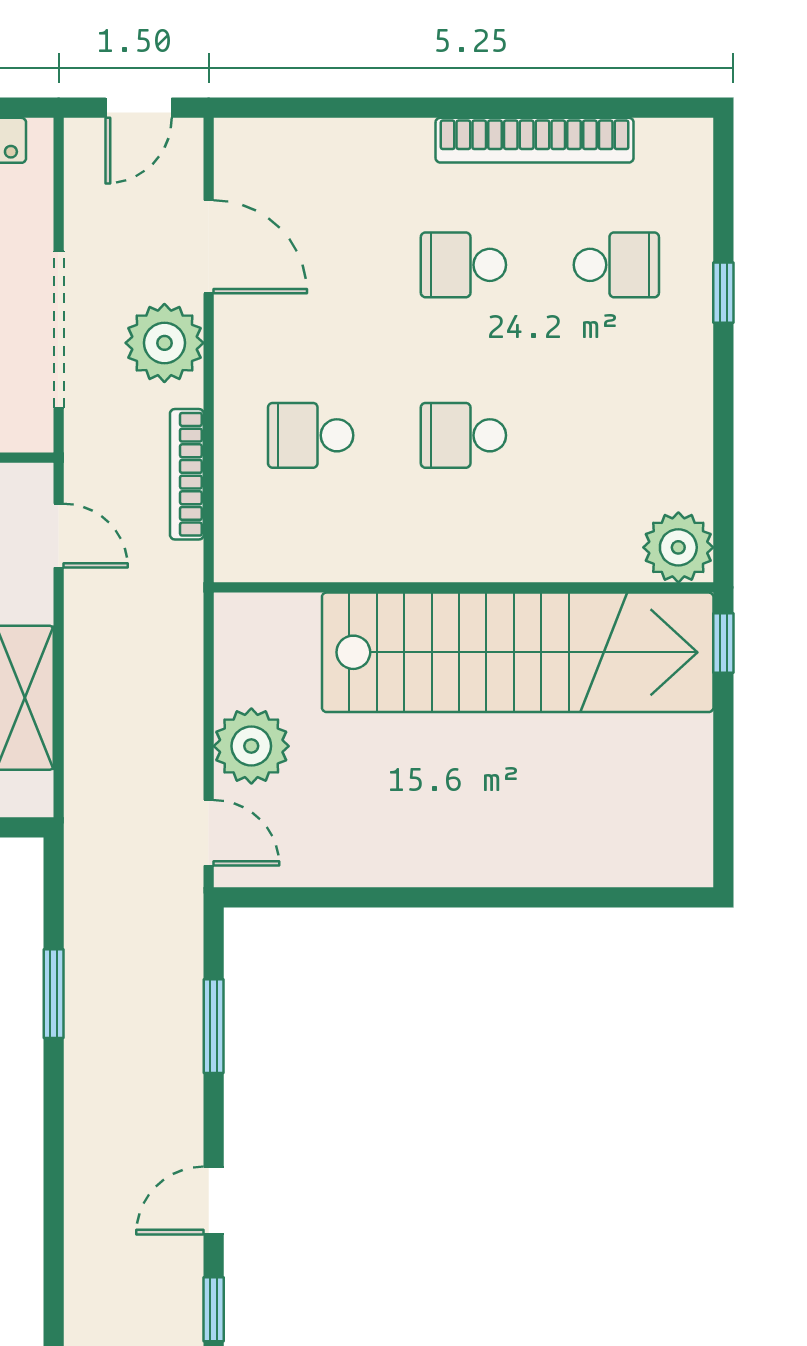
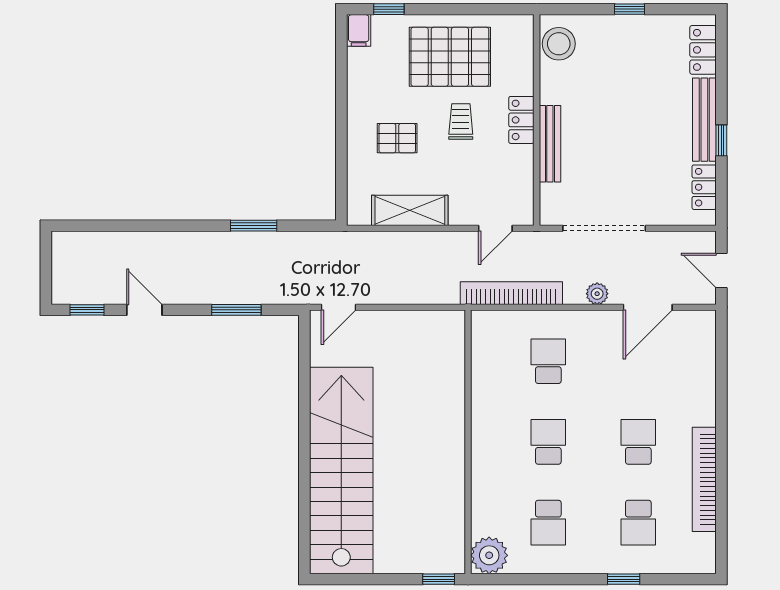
plant: (164, 343) -> (597, 294), width x0.53, depth x0.53
school desk: (616, 435) -> (548, 523), added
bookcase: (187, 474) -> (511, 293), width x1.48, depth x1.31
stairs: (518, 652) -> (341, 471), moved, turned 180
plant: (251, 746) -> (384, 330), removed

